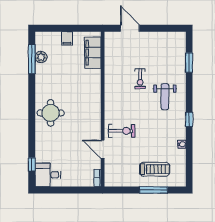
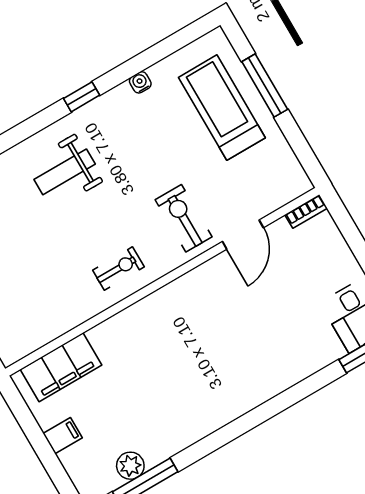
exercise bike: (140, 79) -> (118, 269), moved
weight bench: (165, 97) -> (65, 172), turned 180
round table: (51, 113) -> (231, 381), removed
treadmill: (155, 169) -> (222, 108), width x1.37, depth x1.38

